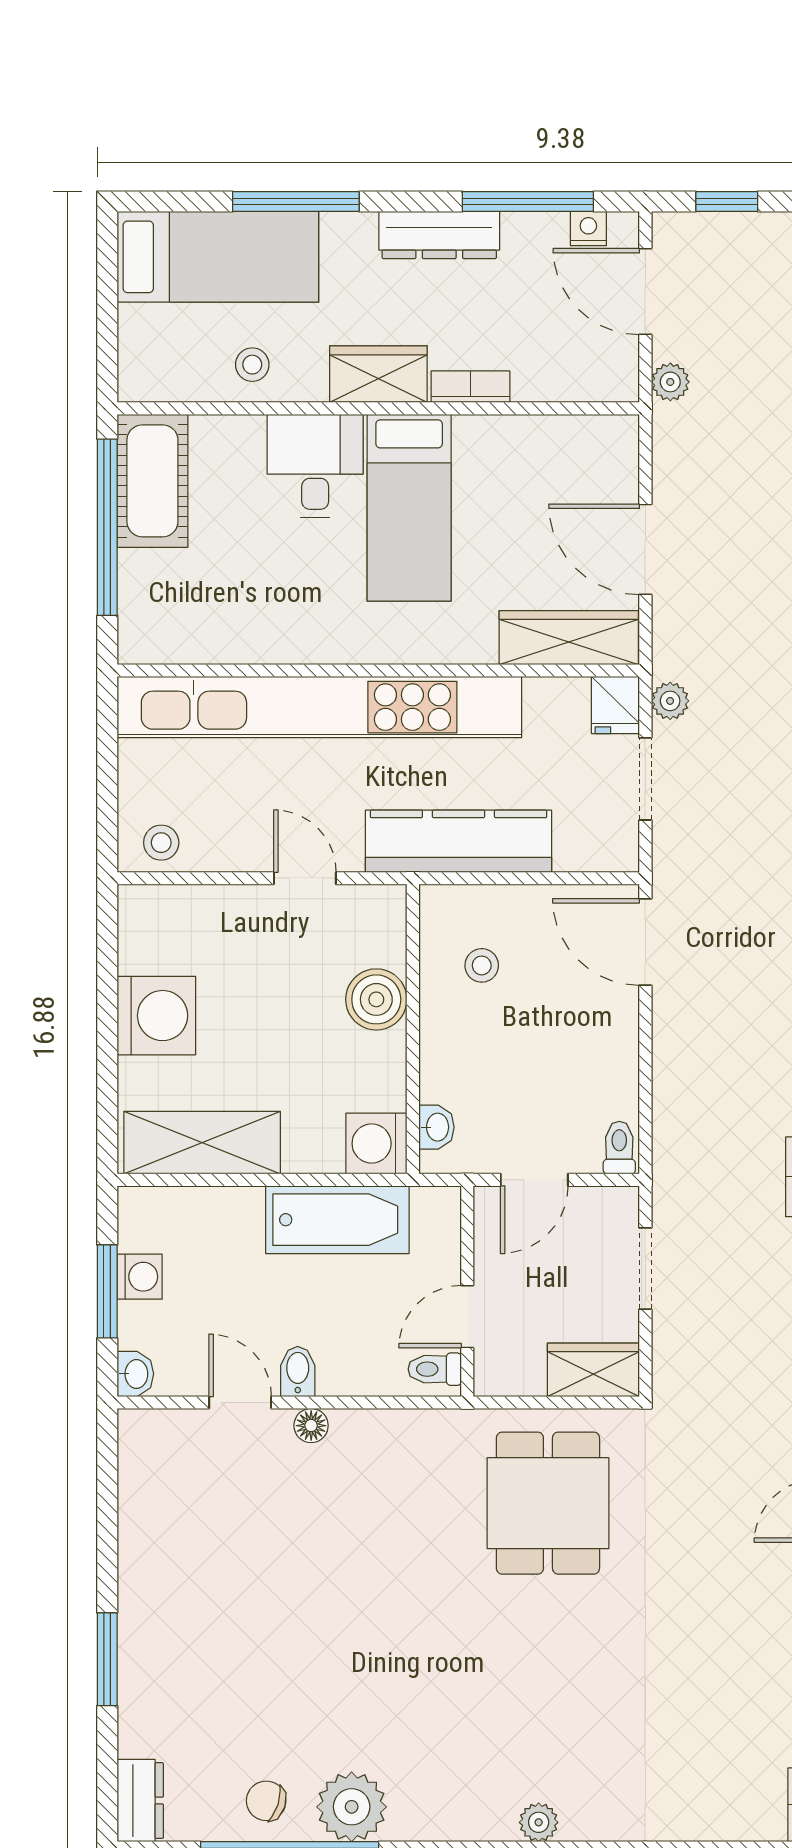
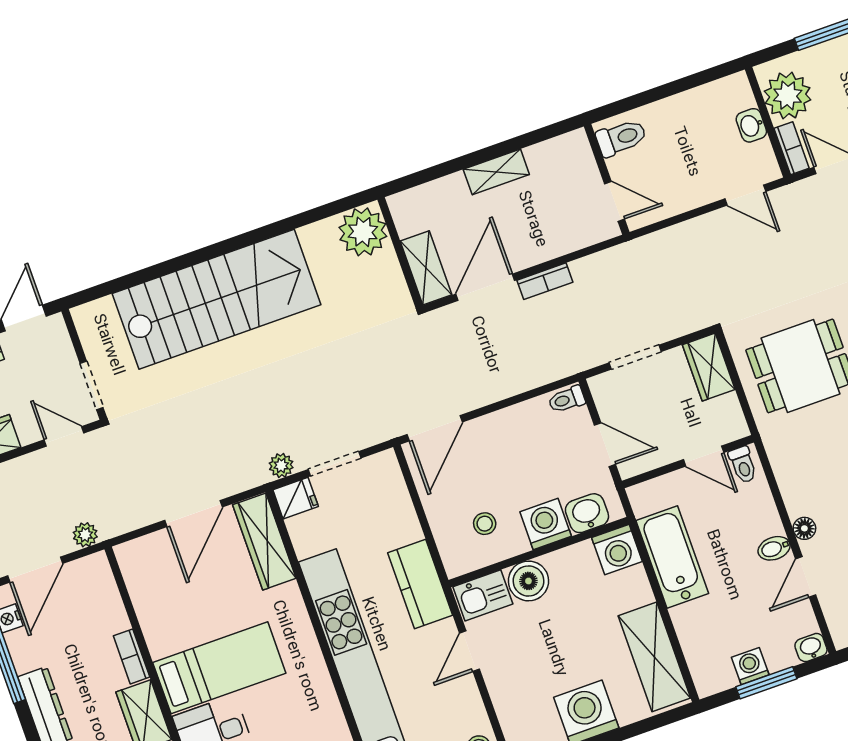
kitchen counter: (458, 841) -> (420, 584), width x0.67
kitchen sink: (379, 926) -> (483, 595), added
washing machine: (450, 1053) -> (546, 524), added
washbasin: (436, 1127) -> (587, 513), width x1.38, depth x1.45

